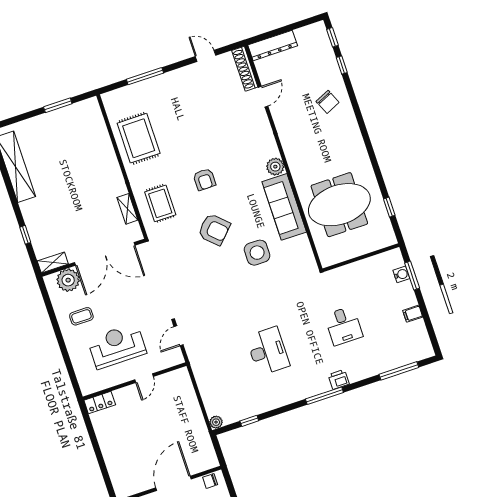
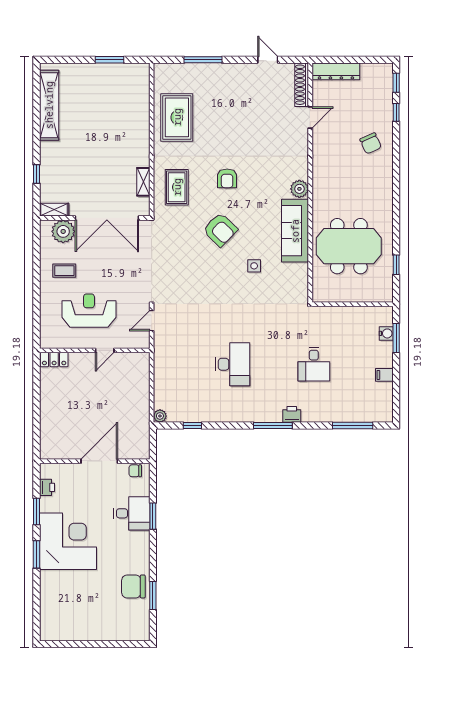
side table: (257, 253) -> (254, 266), width x0.54, depth x0.54

